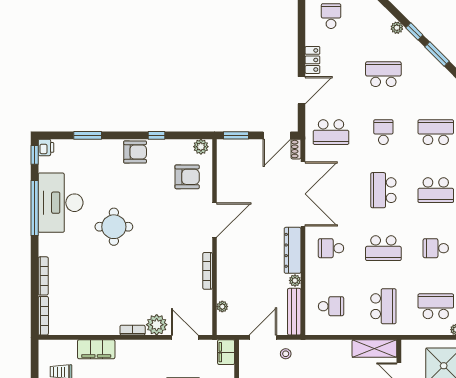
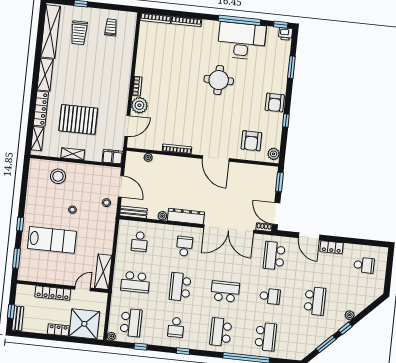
school desk: (436, 248) -> (176, 327), turned 180
bench: (294, 312) -> (133, 212), width x0.73
filing cabinet: (96, 349) -> (125, 56), removed

